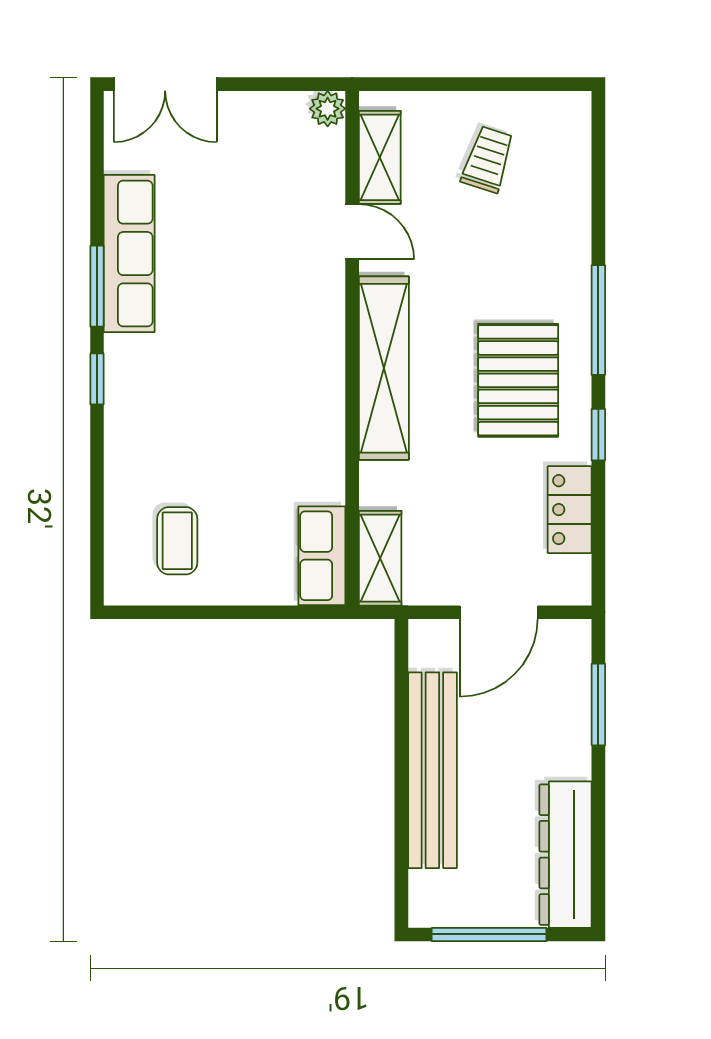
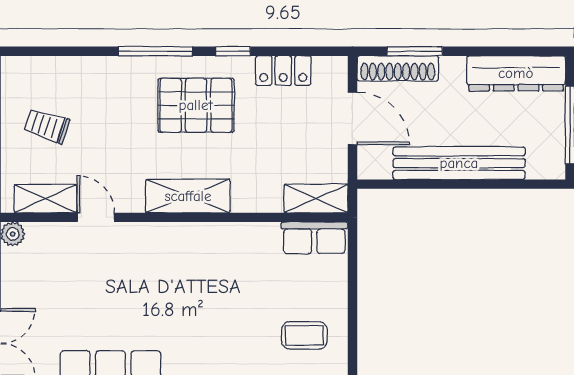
door: (352, 232) -> (96, 217), hinge flipped
shelving: (384, 368) -> (188, 196), width x0.68
shoe rack: (573, 679) -> (398, 68), added

